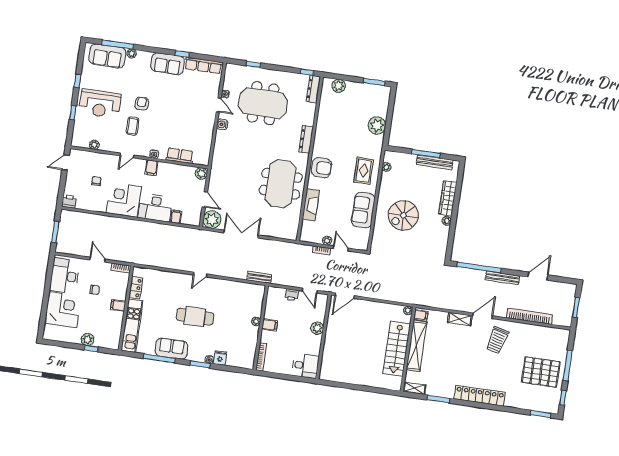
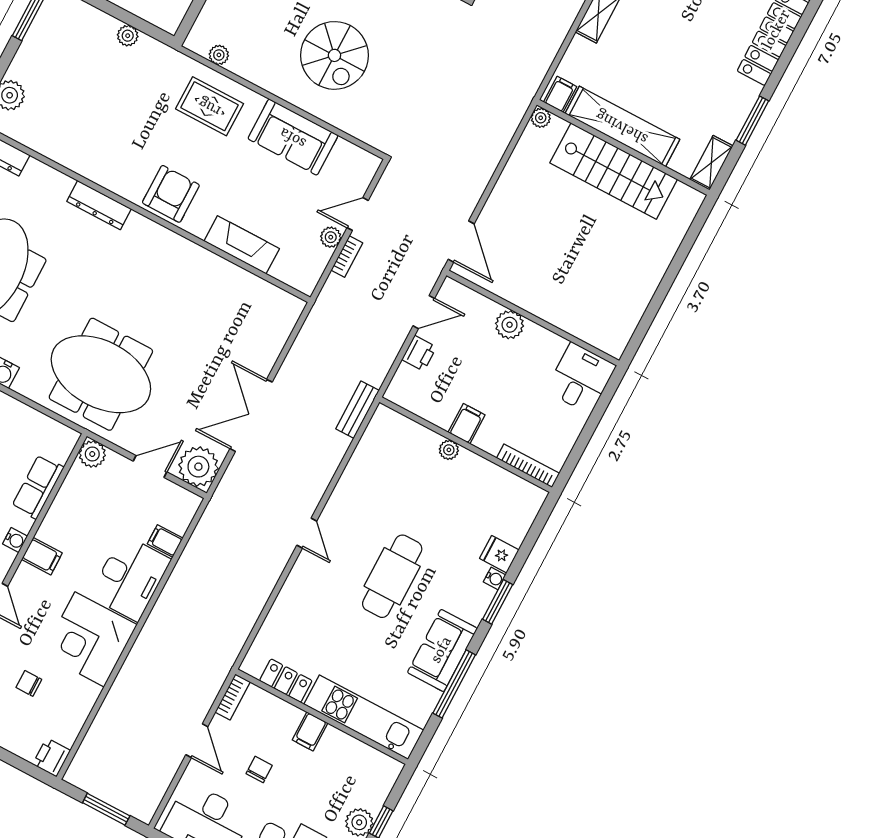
plant: (377, 126) -> (128, 36), width x0.53, depth x0.53
meeting table: (281, 184) -> (101, 374), moved
door: (97, 260) -> (197, 741), swing flipped

